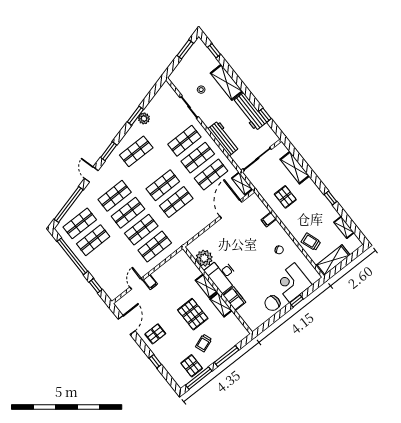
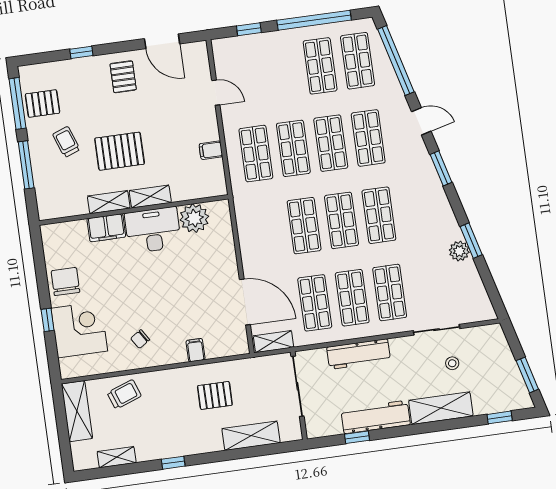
shop shelf: (136, 151) -> (379, 215), moved
filing cabinet: (150, 282) -> (211, 150), moved

